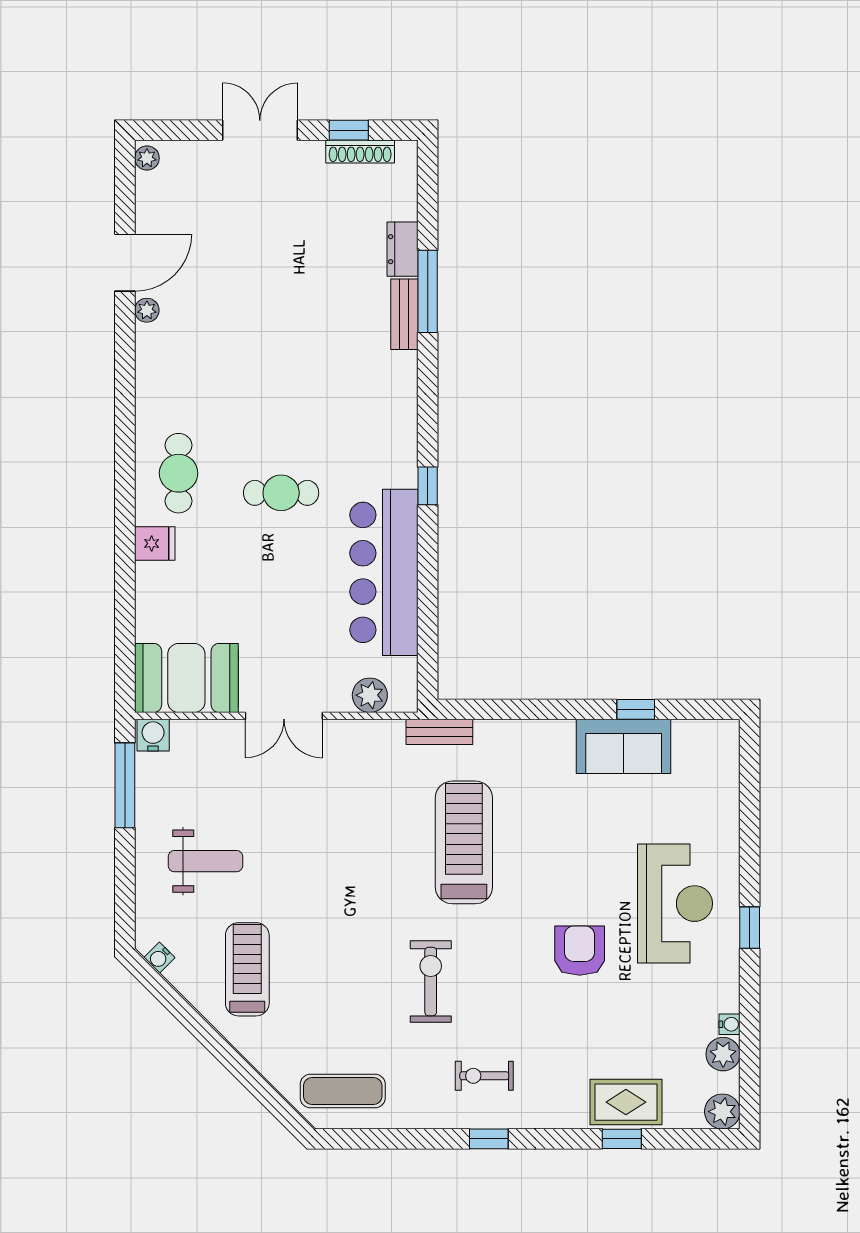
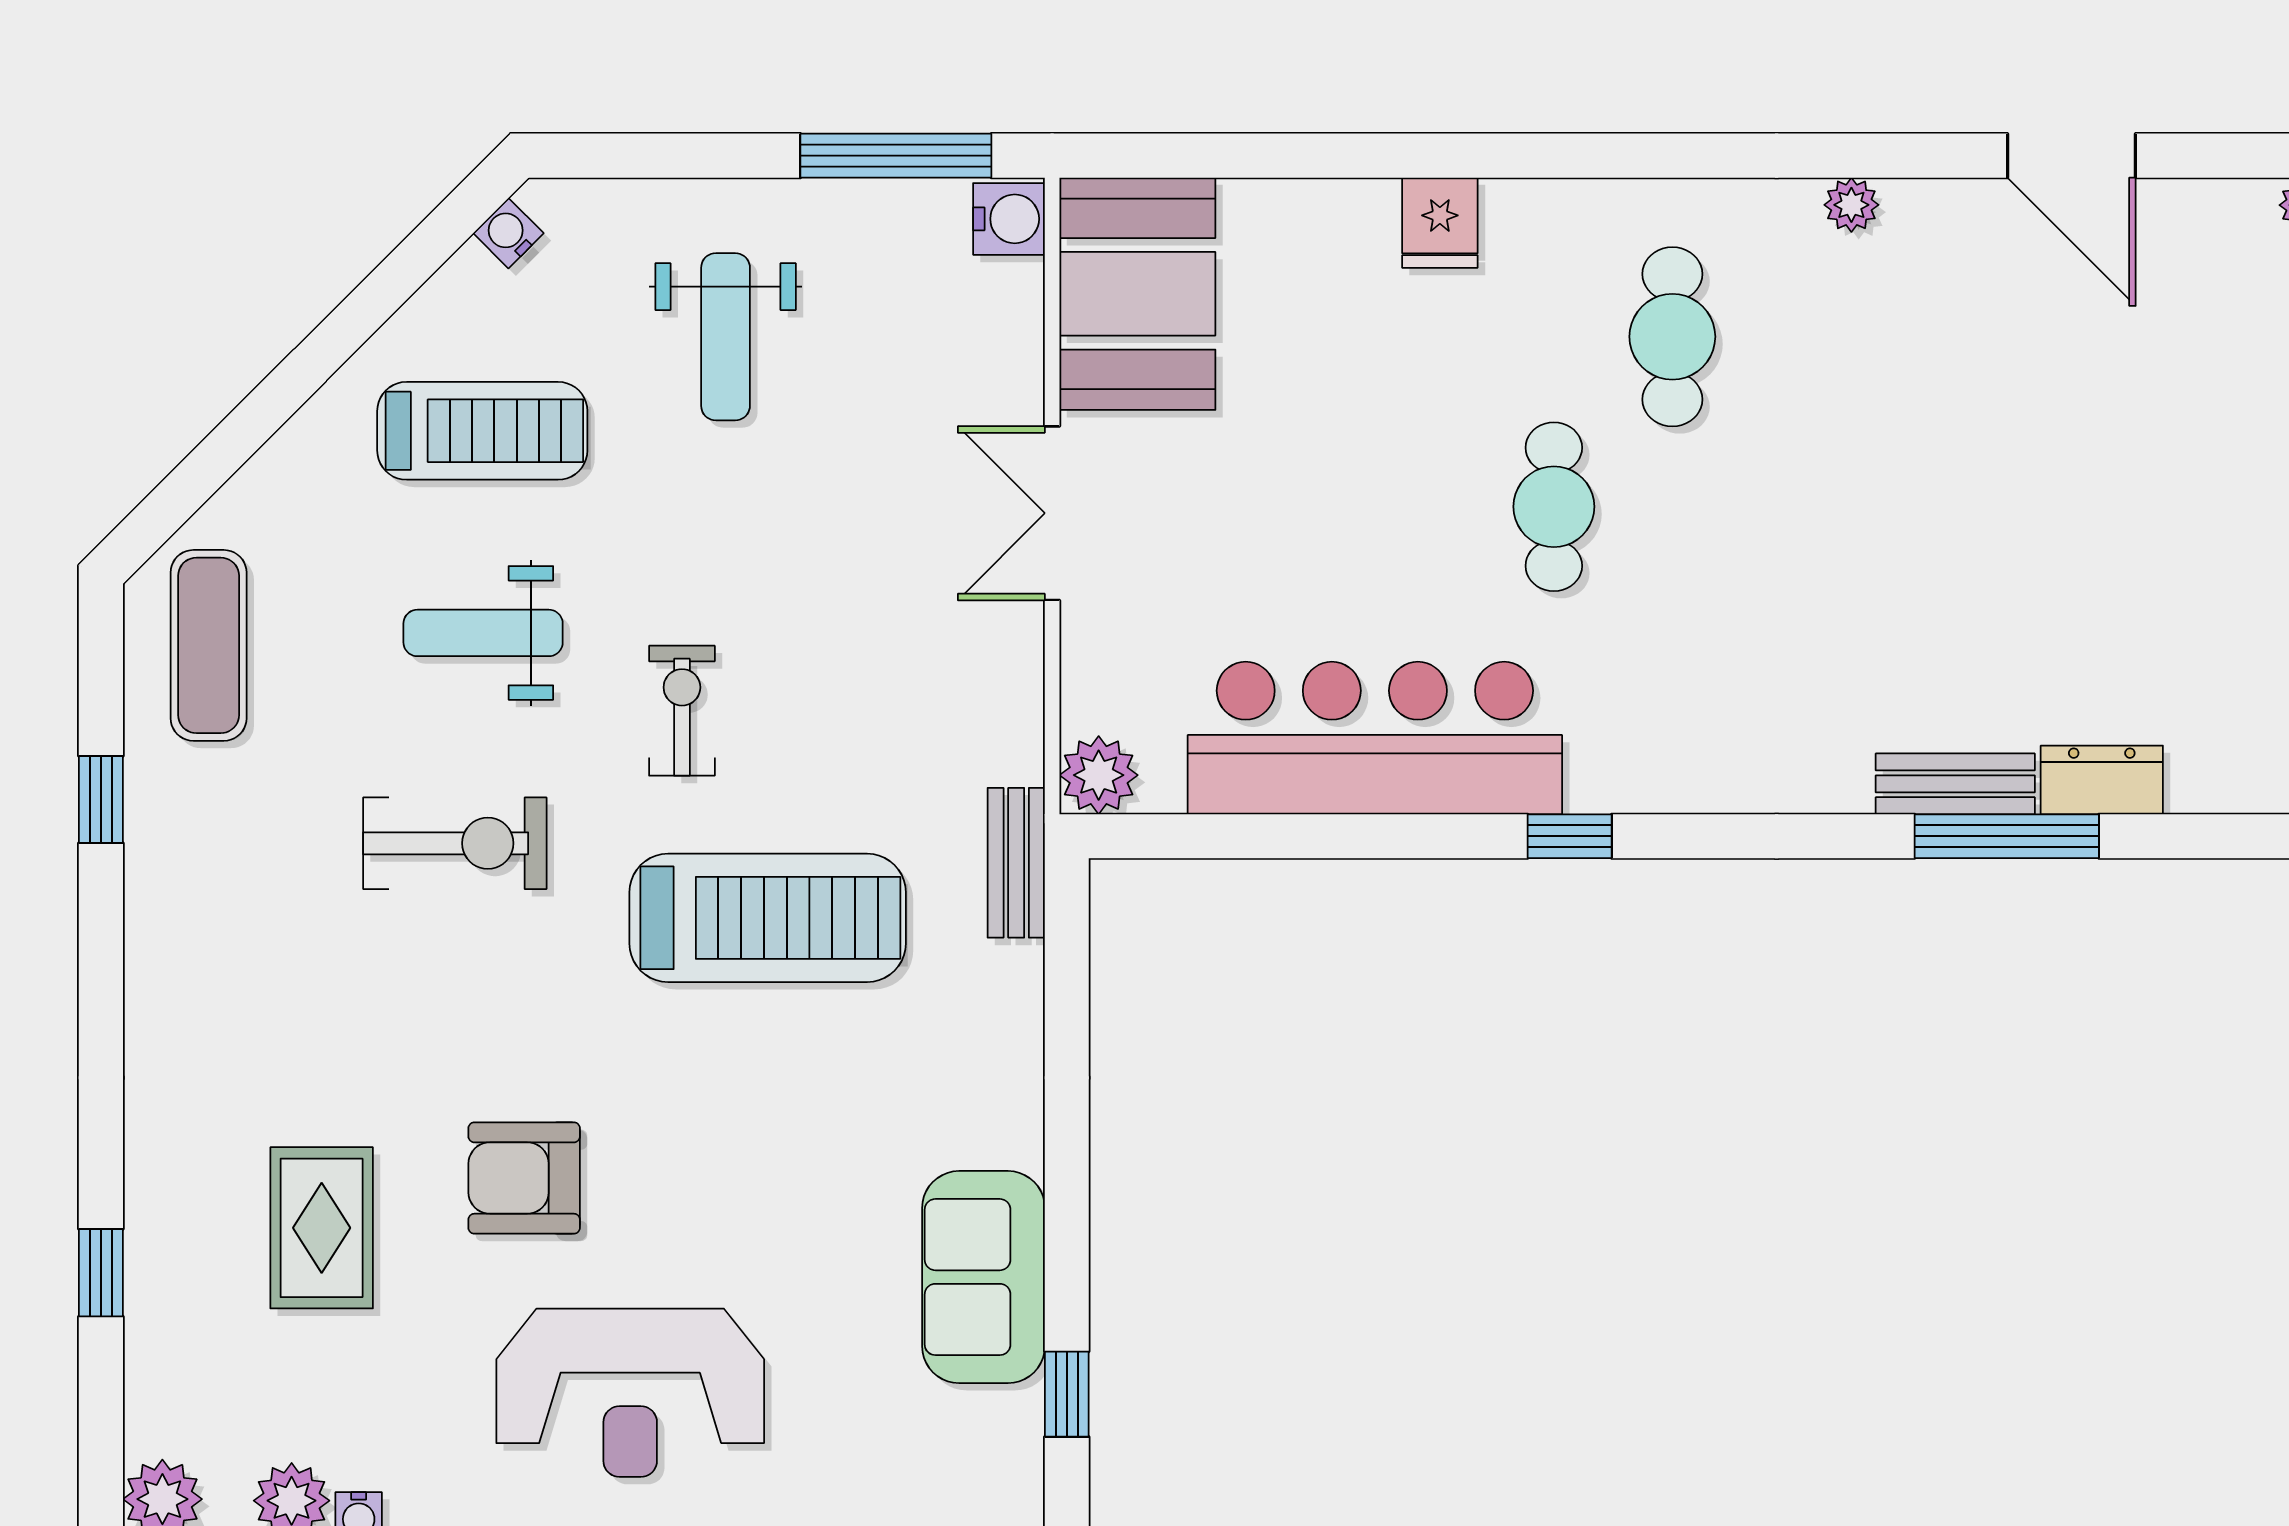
plant: (147, 310) -> (1851, 205), moved
cafe table: (179, 473) -> (1672, 337), moved, turned 90
plant: (370, 695) -> (1099, 775), moved
window: (636, 709) -> (1067, 1394), moved
armchair: (580, 951) -> (524, 1178), turned 180
weight bench: (337, 969) -> (483, 633), added
exercise bike: (484, 1076) -> (682, 711), moved
rug: (626, 1102) -> (322, 1228), moved
window: (489, 1139) -> (101, 799), moved

